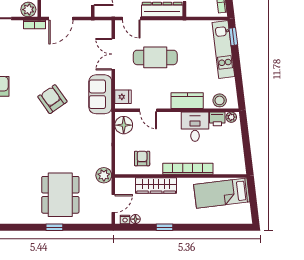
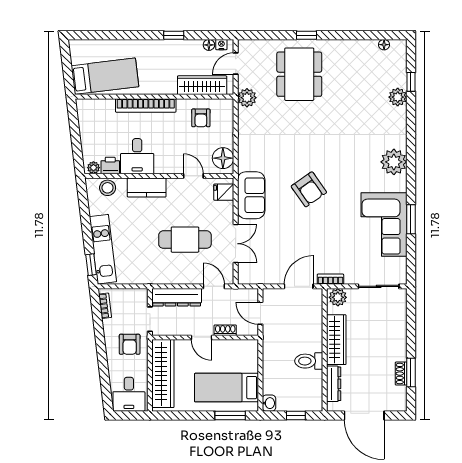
wardrobe: (156, 186) -> (202, 85), moved

